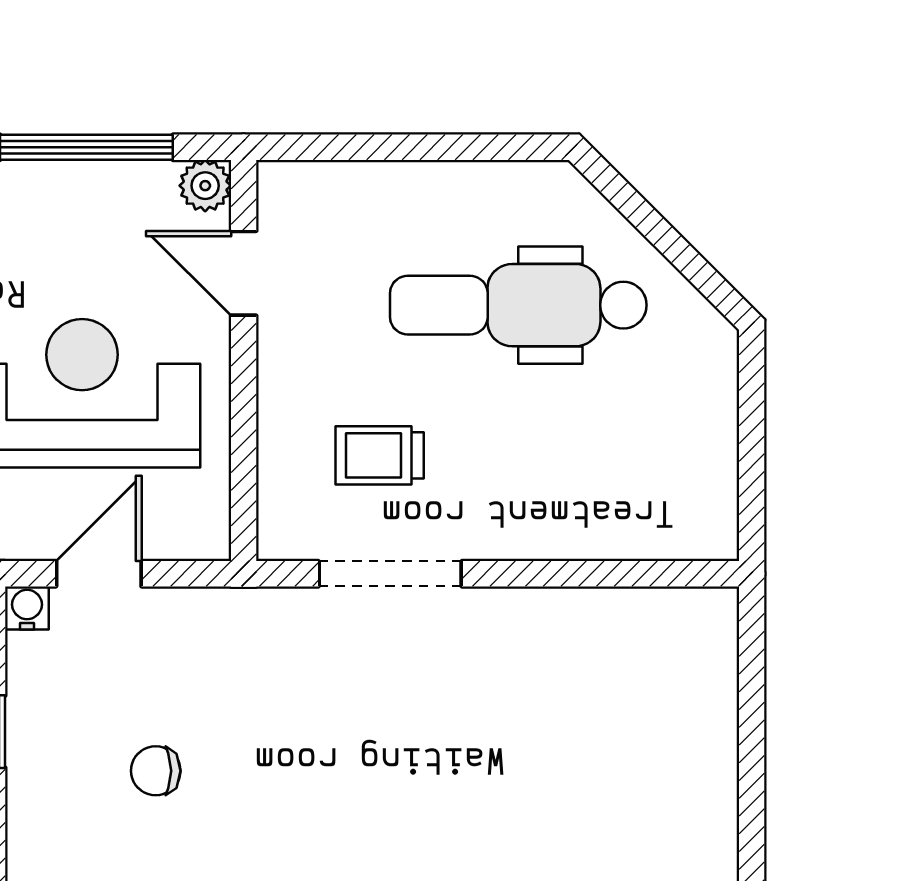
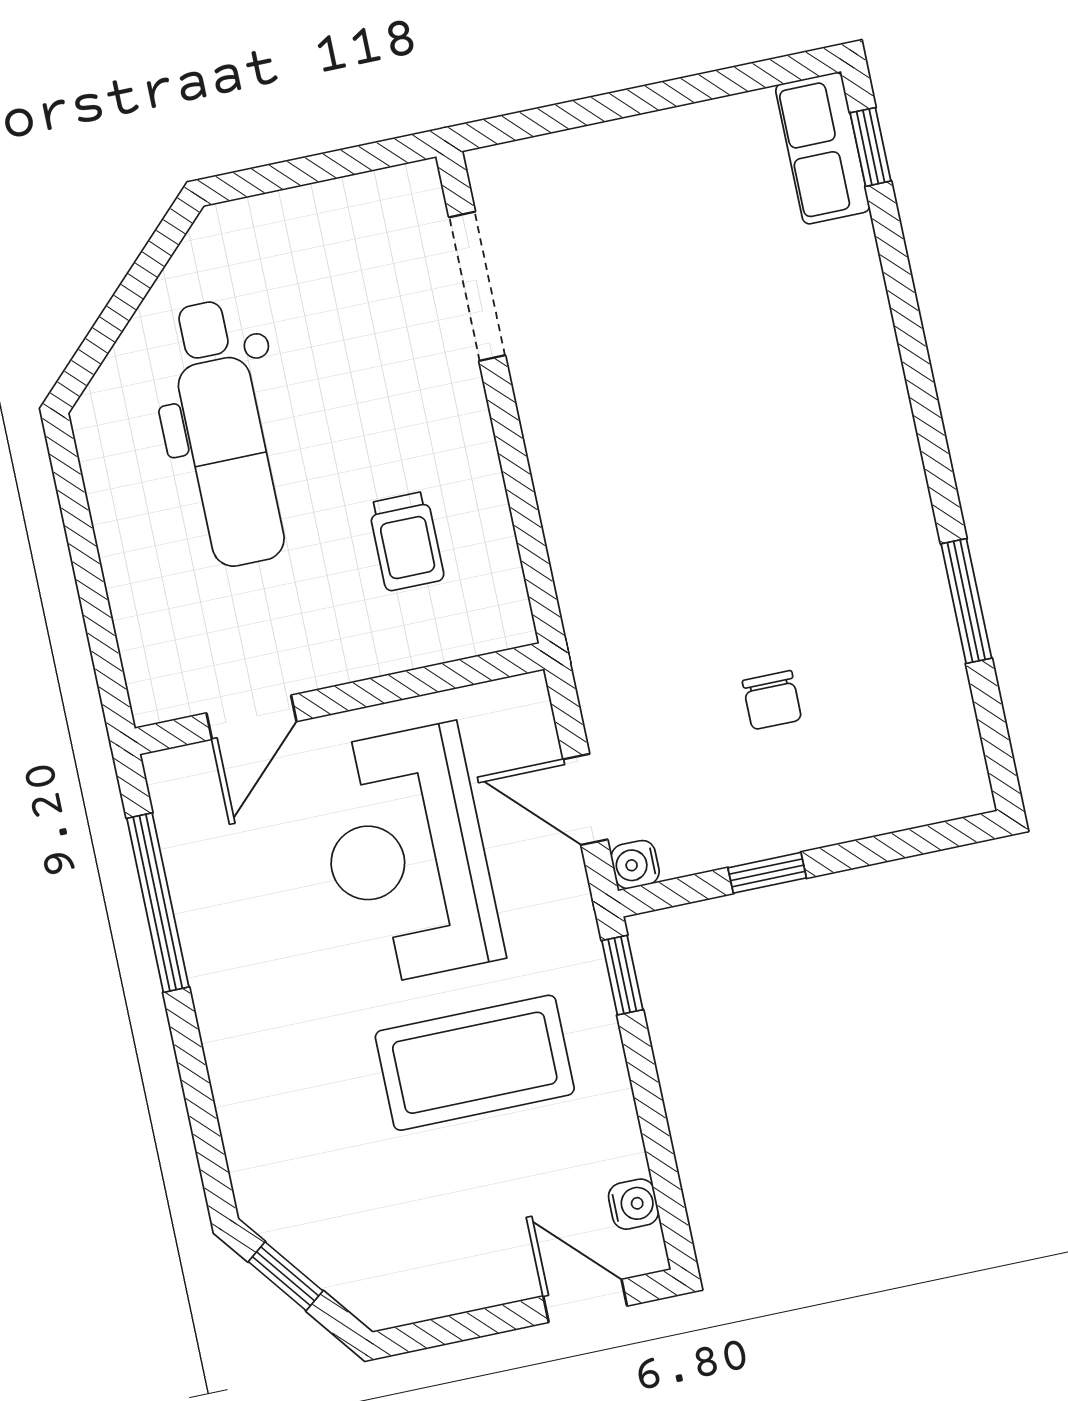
plant: (205, 186) -> (171, 775), removed
doorway: (390, 574) -> (477, 286), moved

